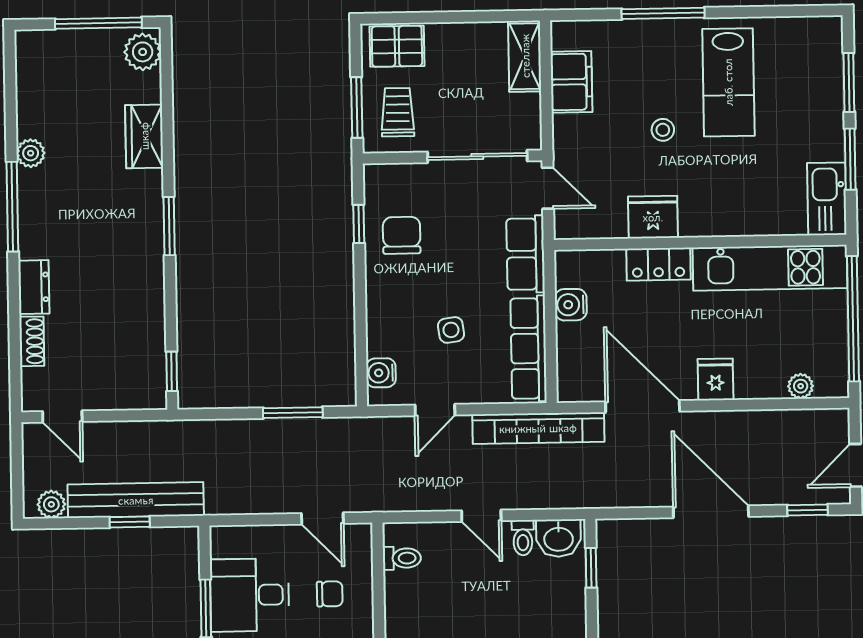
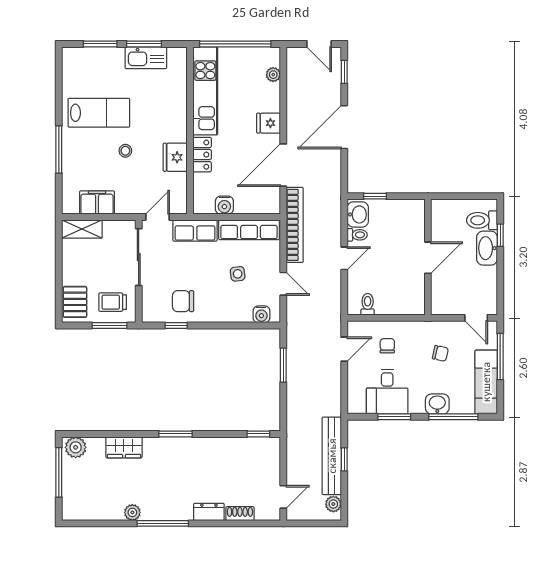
kitchen sink: (827, 199) -> (146, 58), moved

